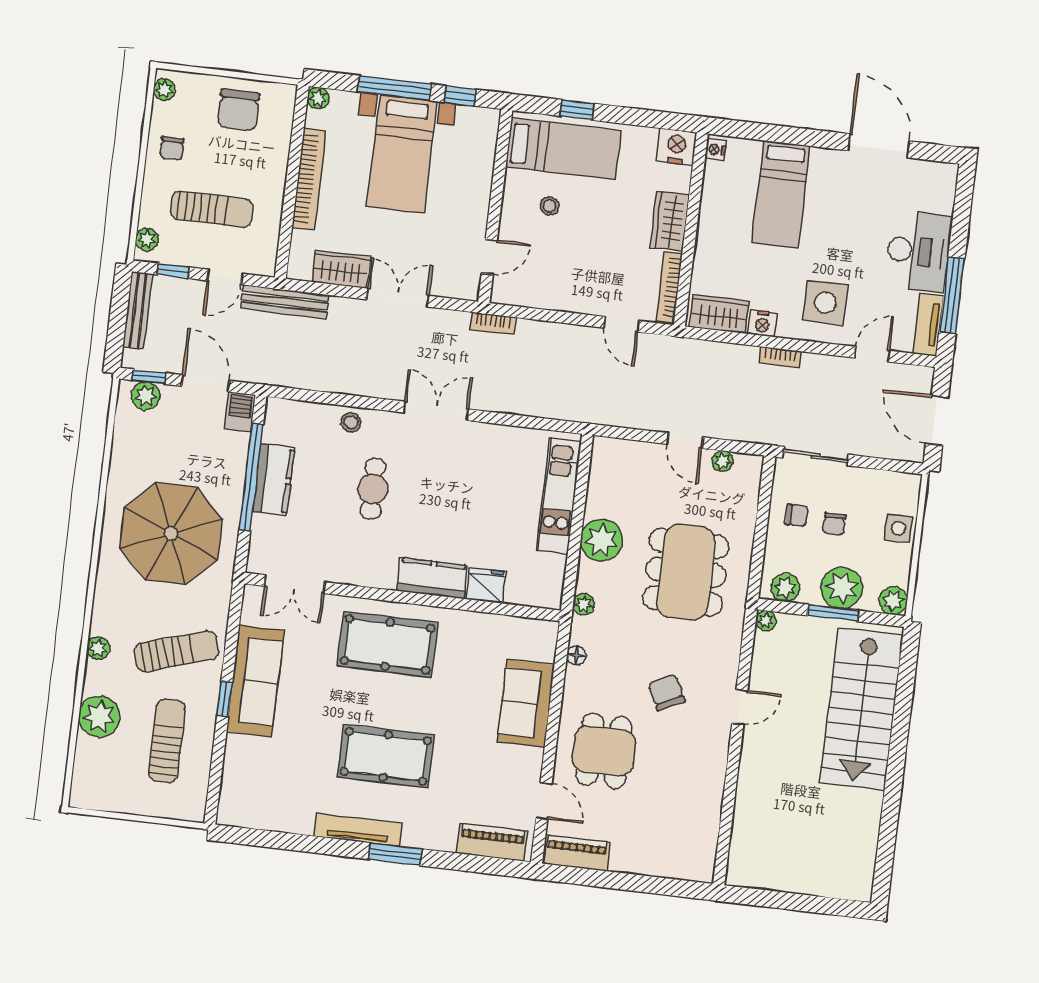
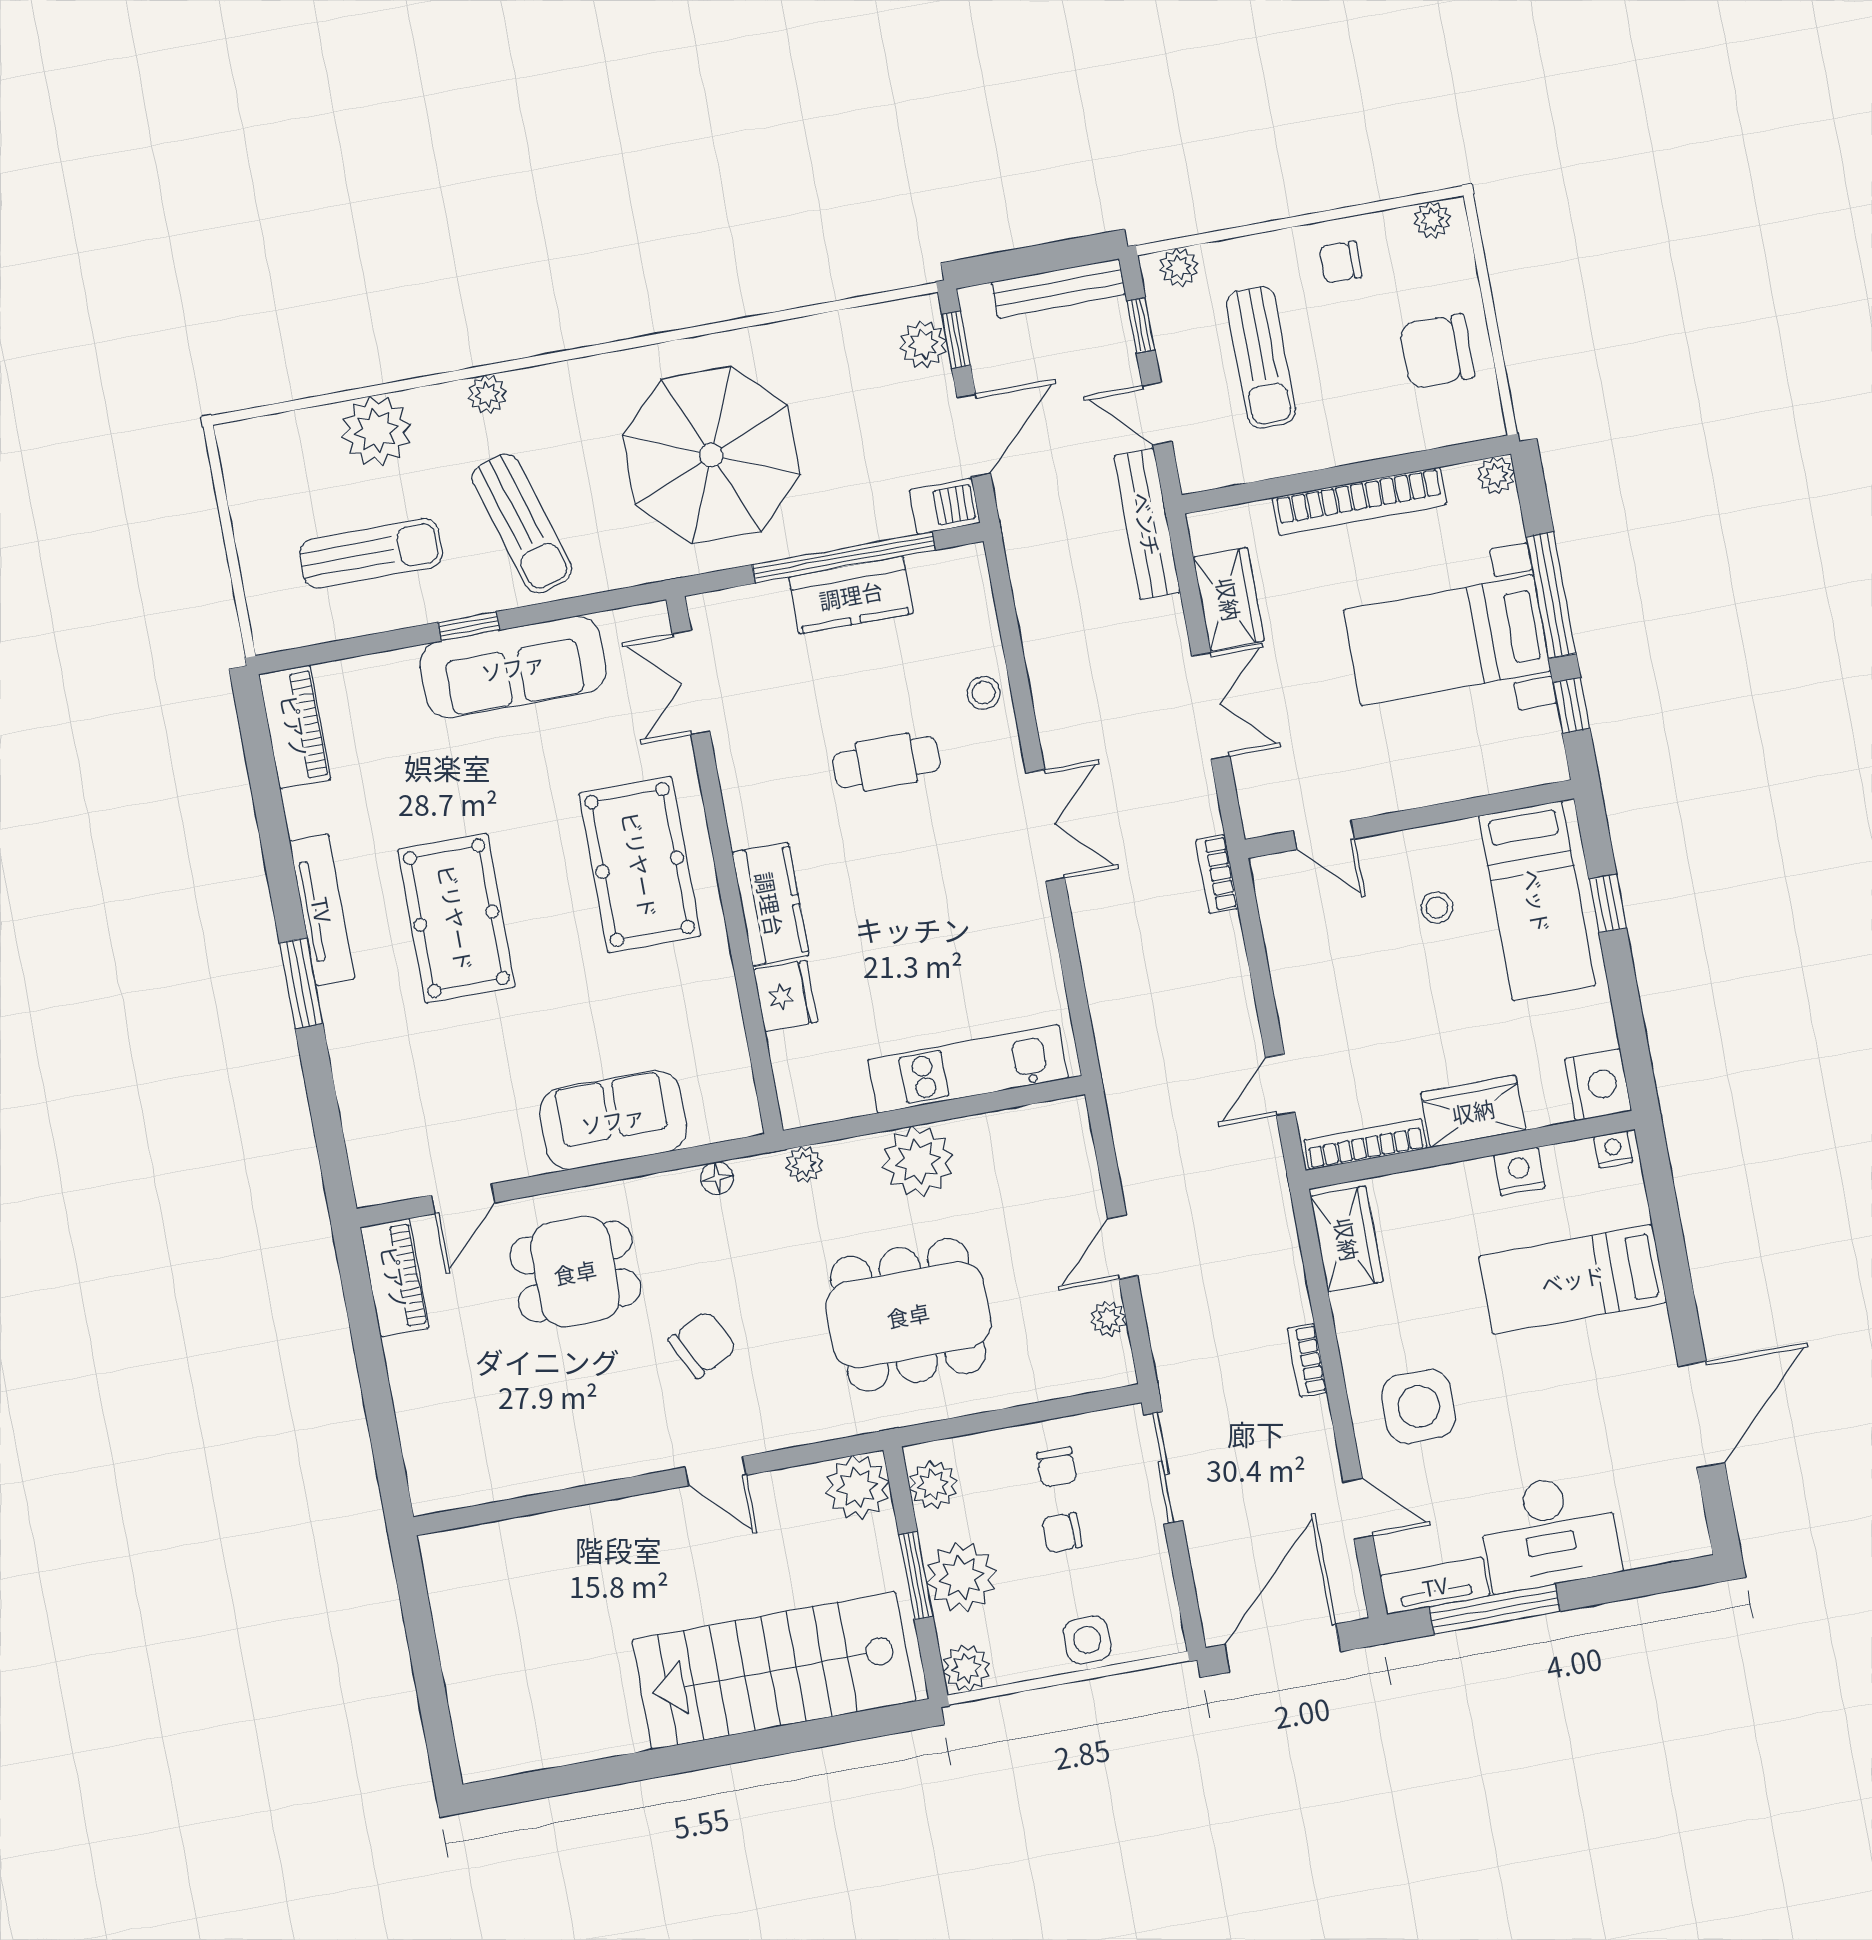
nightstand: (763, 323) -> (1519, 1171), moved, turned 90
door: (937, 420) -> (1283, 1648), width x1.36
plant: (766, 621) -> (857, 1487), width x1.88, depth x1.88
piano: (492, 842) -> (295, 727), moved

